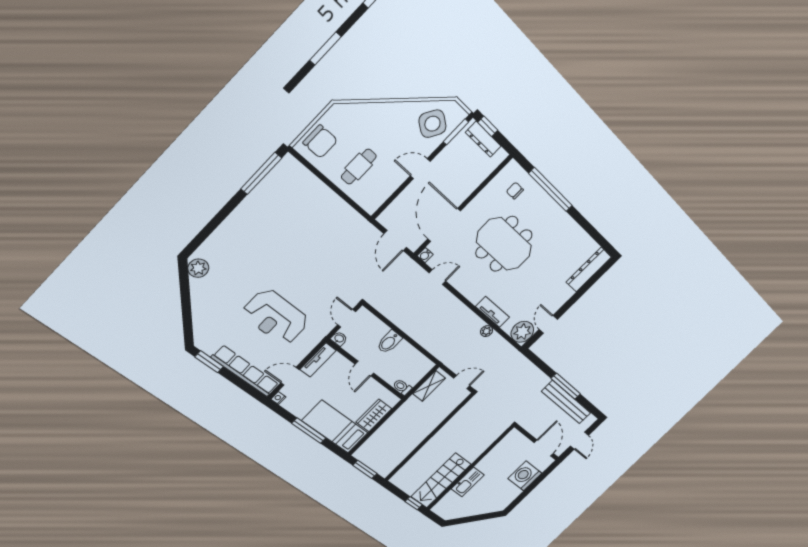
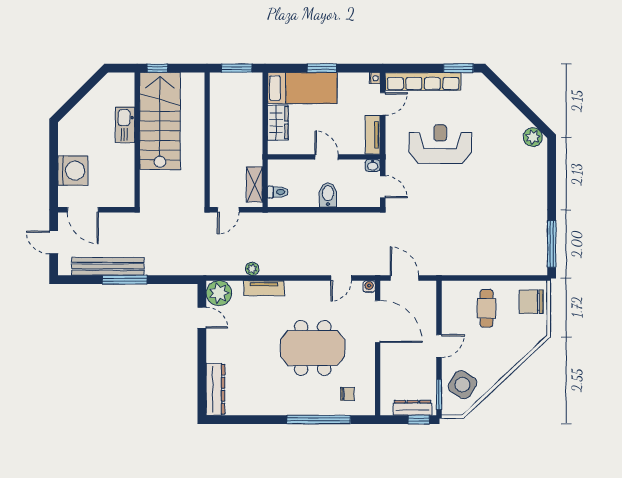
toilet: (402, 387) -> (278, 192), moved
window: (309, 431) -> (322, 68), width x0.69
stairs: (441, 480) -> (160, 121), width x1.36, depth x1.51

